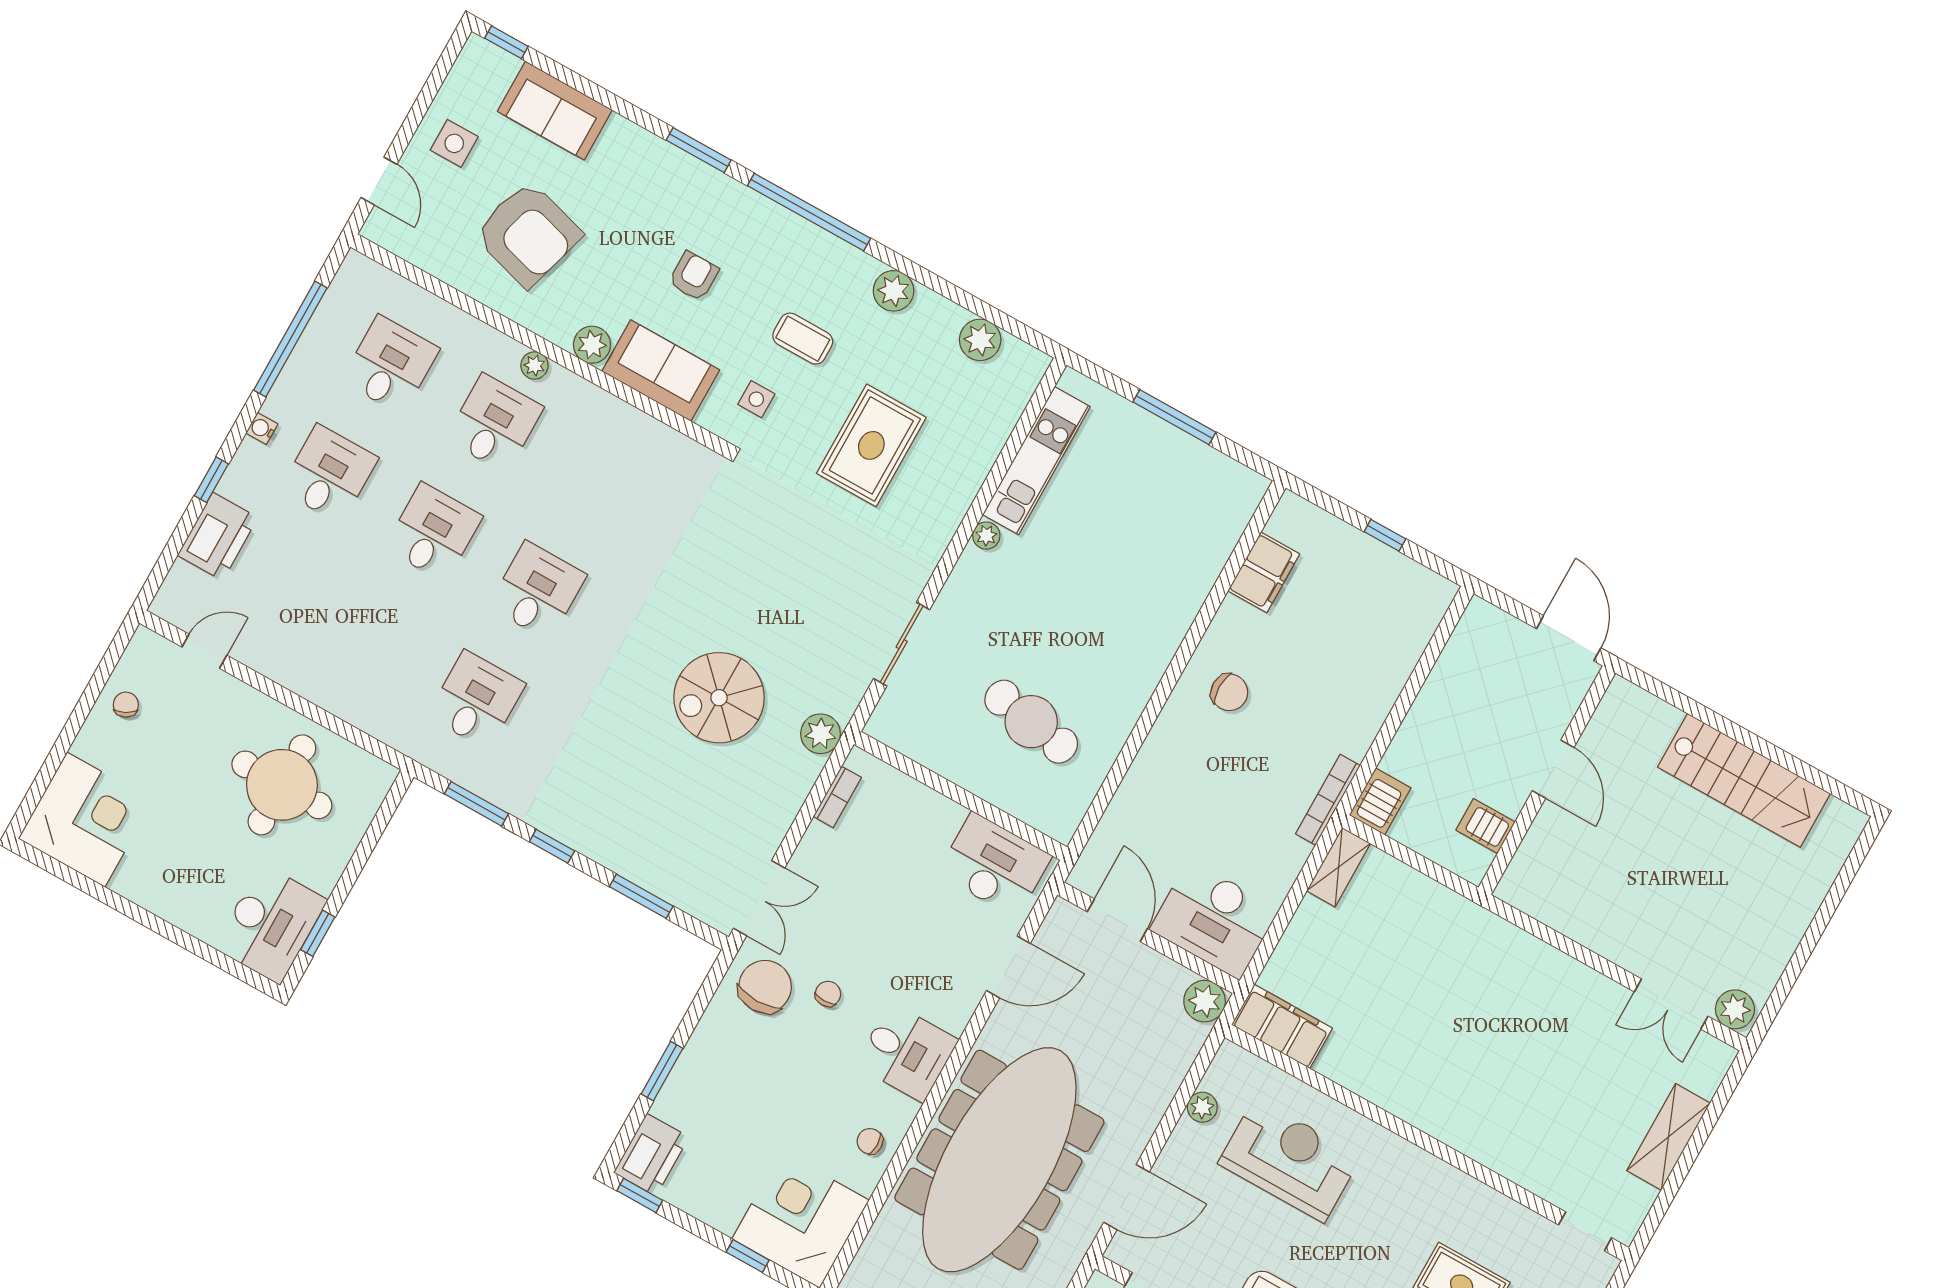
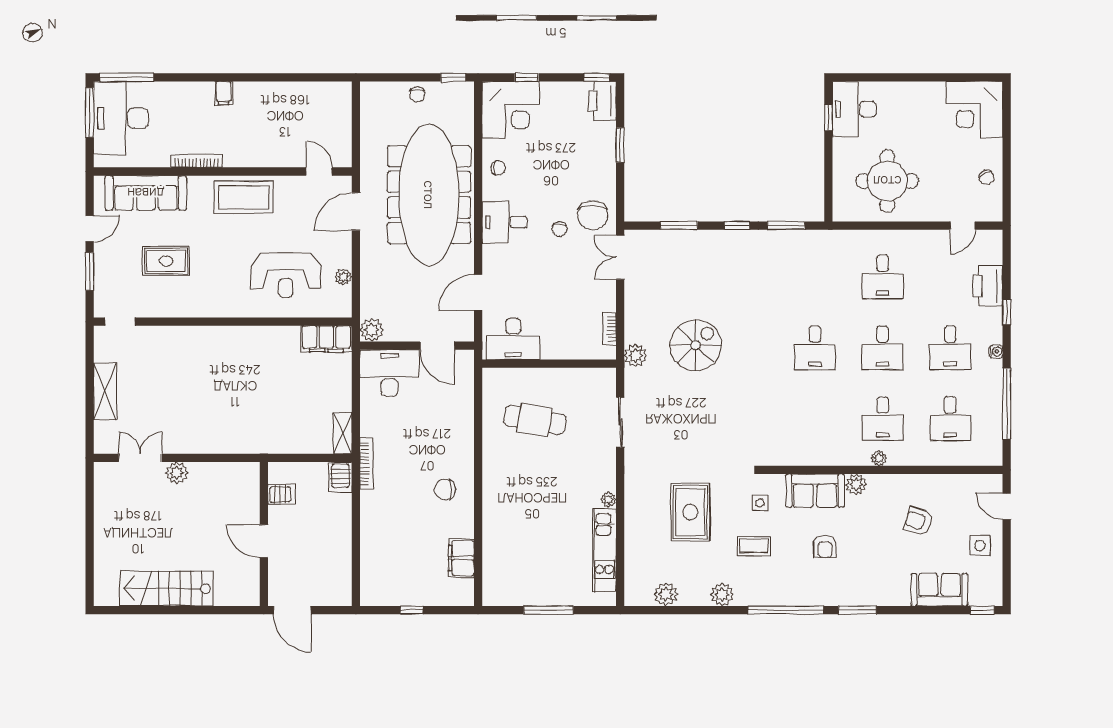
armchair: (528, 234) -> (919, 521), width x0.53, depth x0.53
desk: (476, 700) -> (883, 277), moved
plant: (1735, 1009) -> (177, 473), moved

